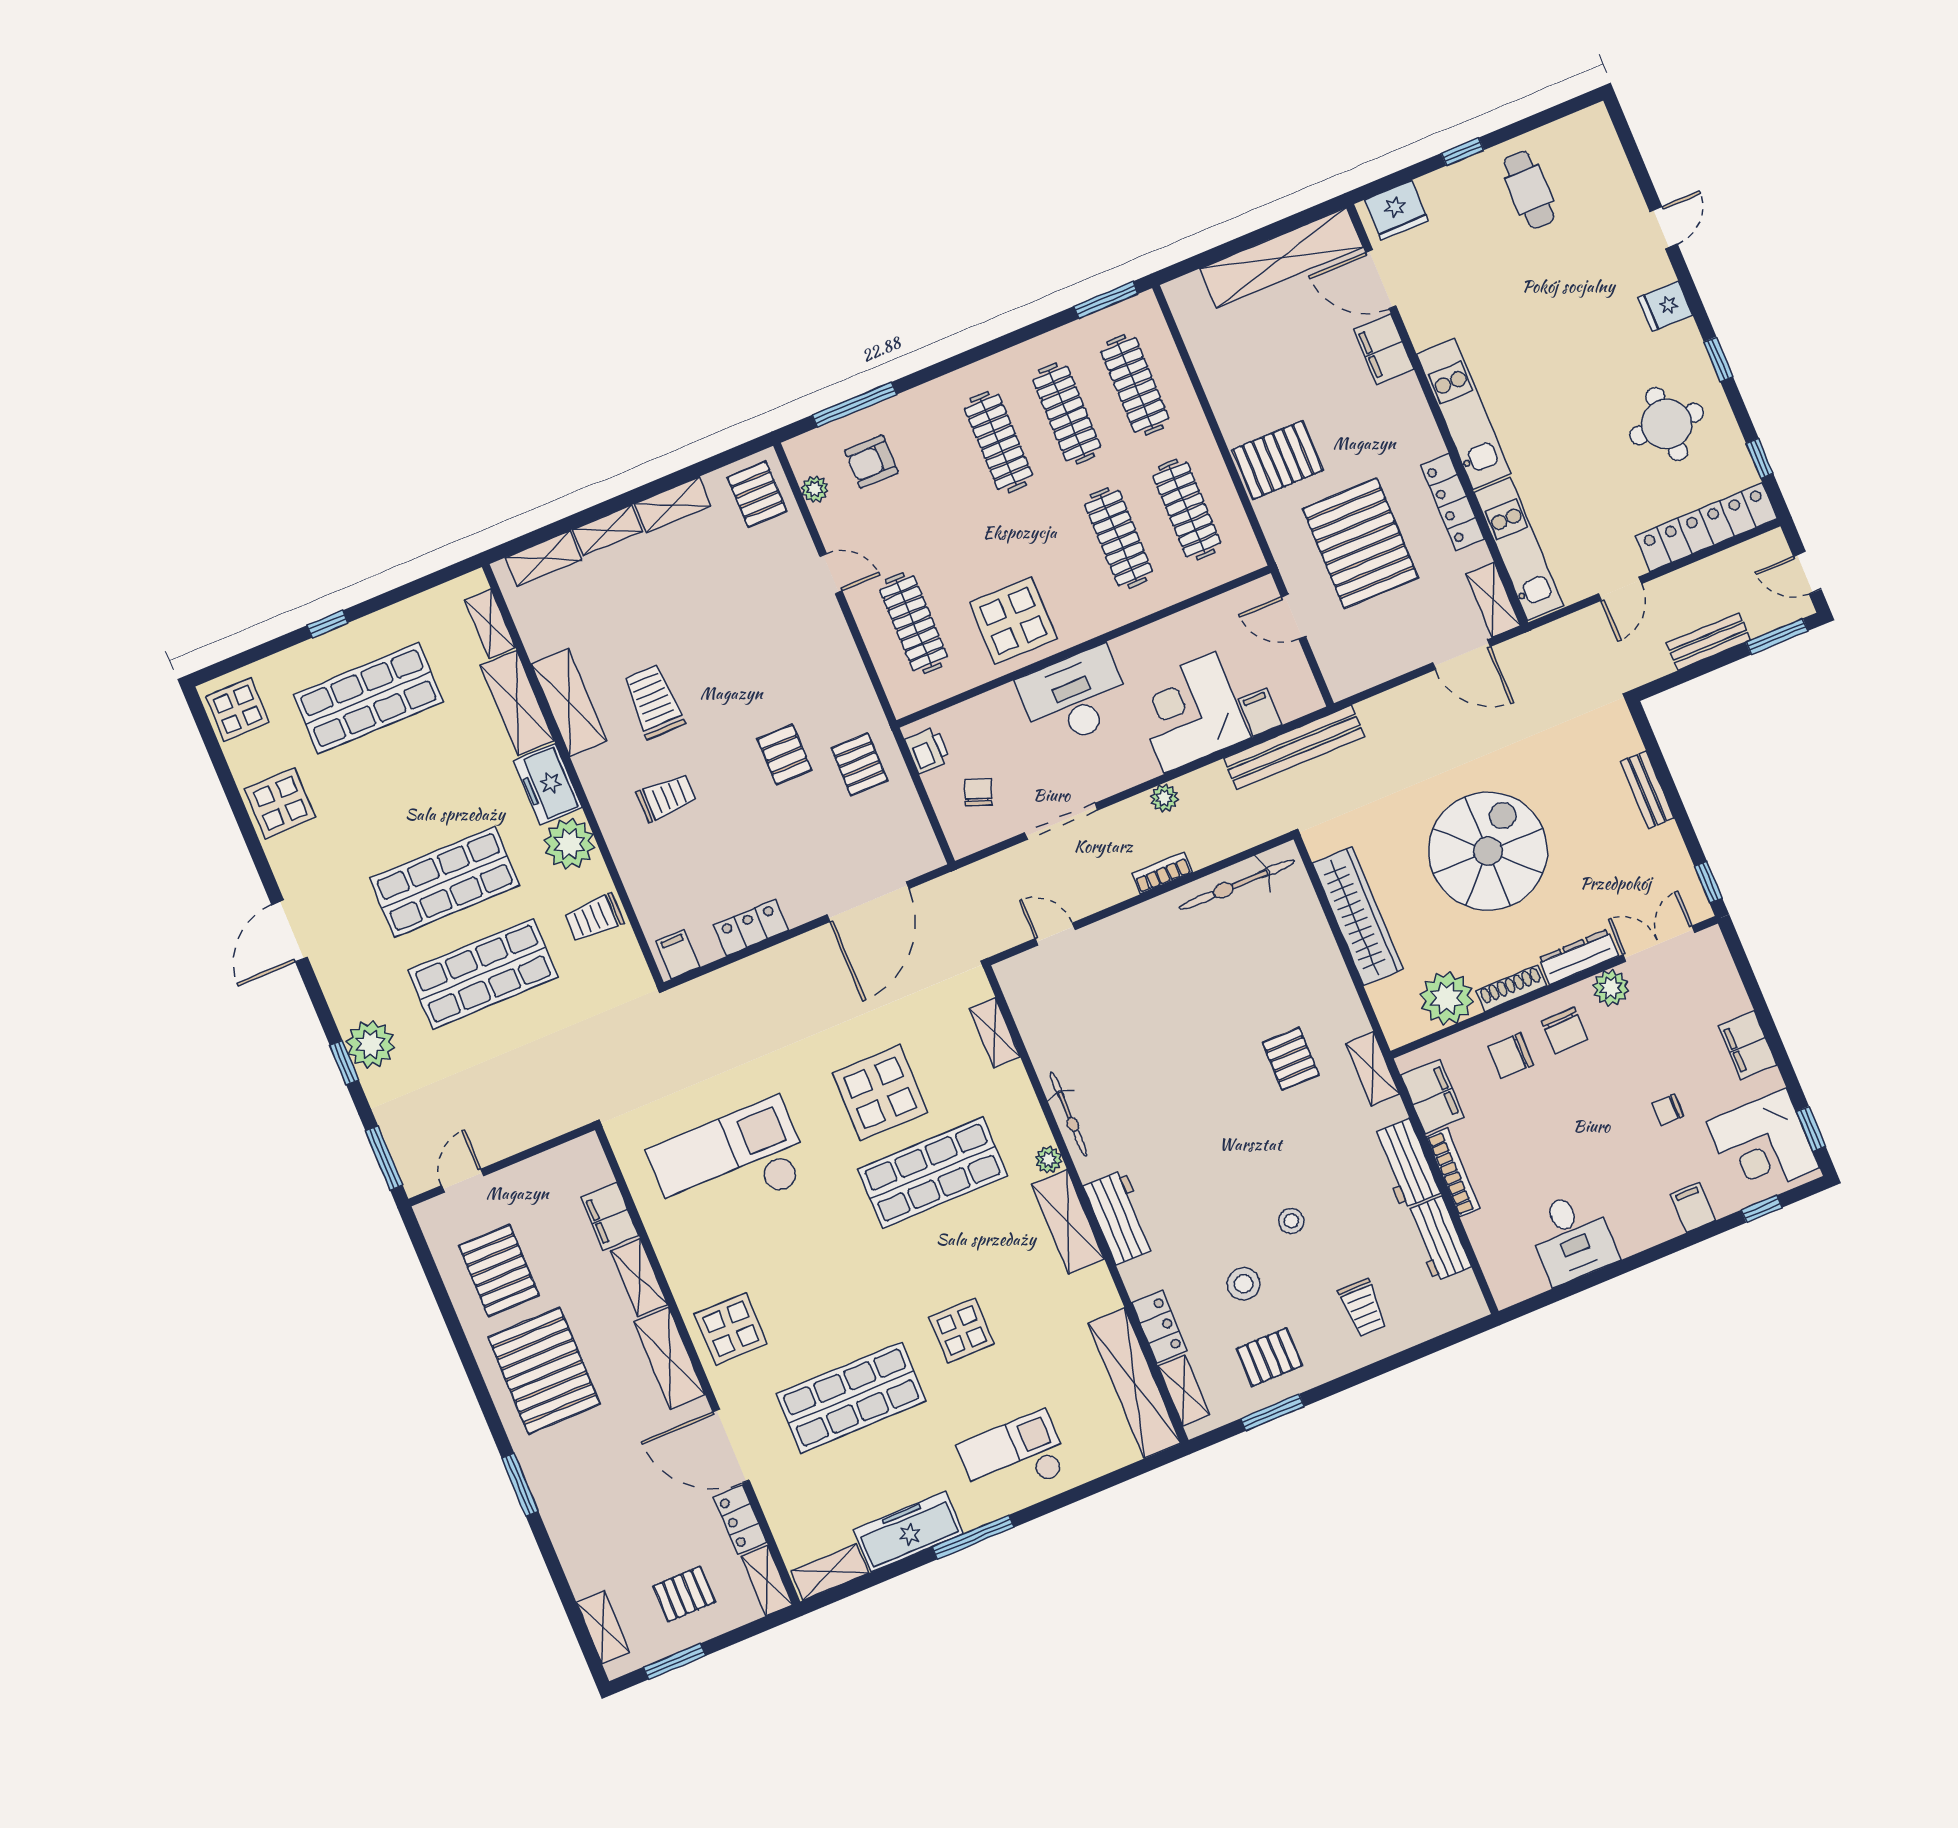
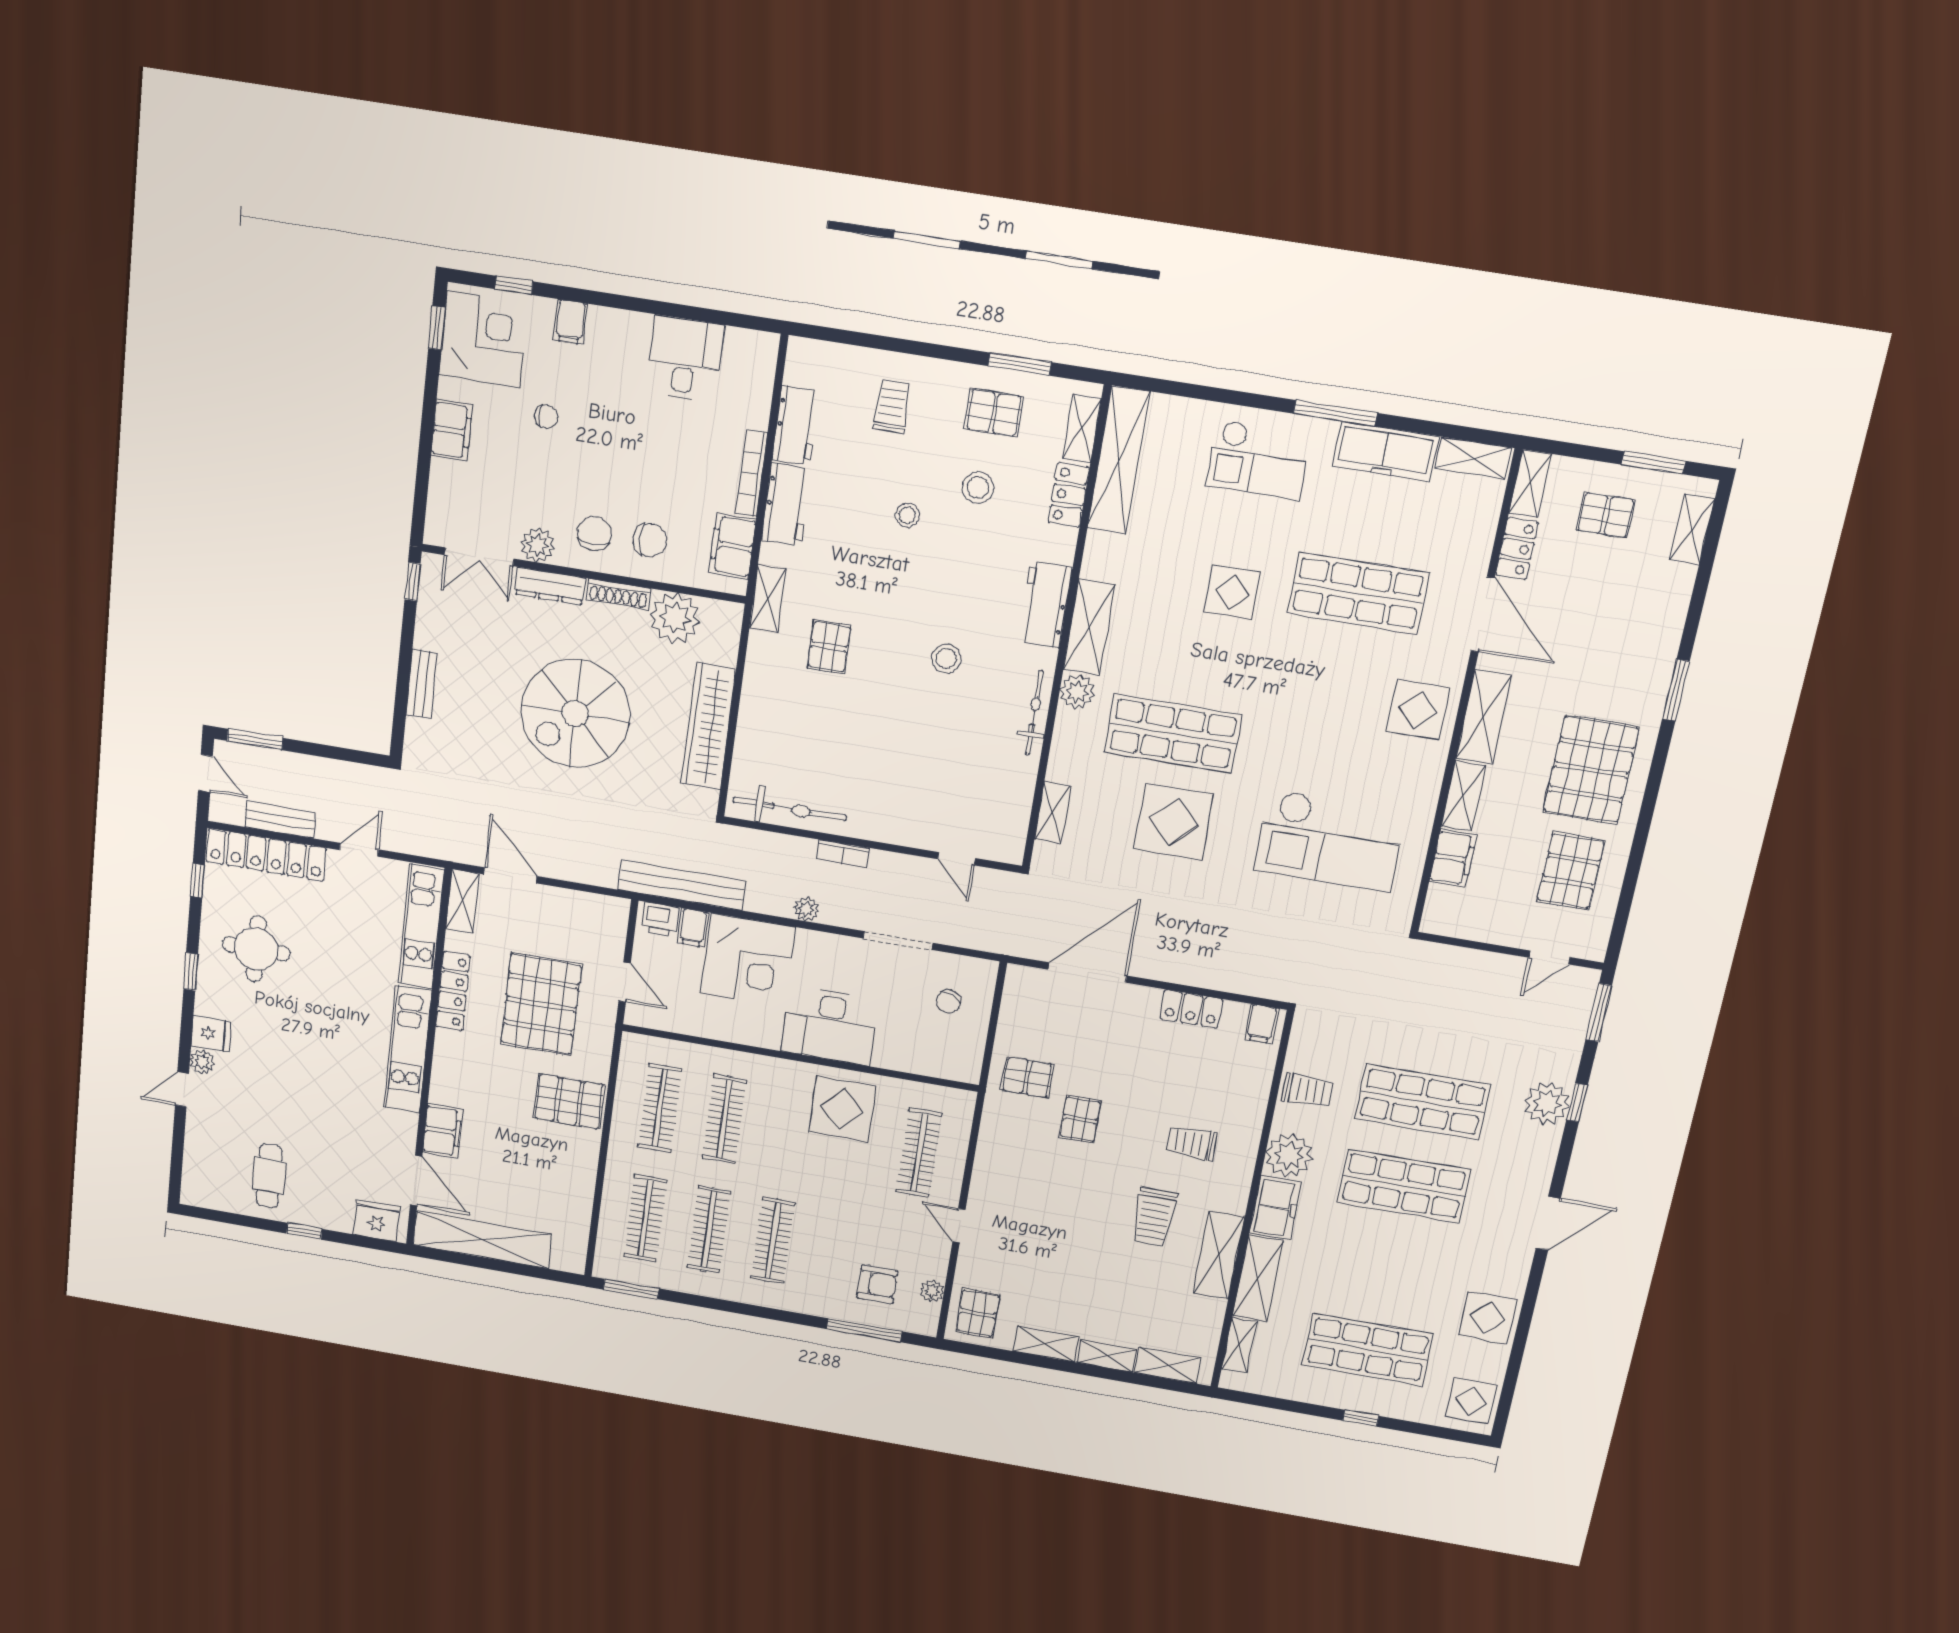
plant: (1658, 271) -> (202, 1062), added
bench: (1708, 642) -> (280, 820), moved
printer: (928, 750) -> (660, 920), moved, turned -90
pallet: (859, 764) -> (1027, 1077), turned 90
stool: (1178, 1114) -> (946, 658), added
plant: (1048, 1160) -> (1077, 692), width x1.38, depth x1.38

